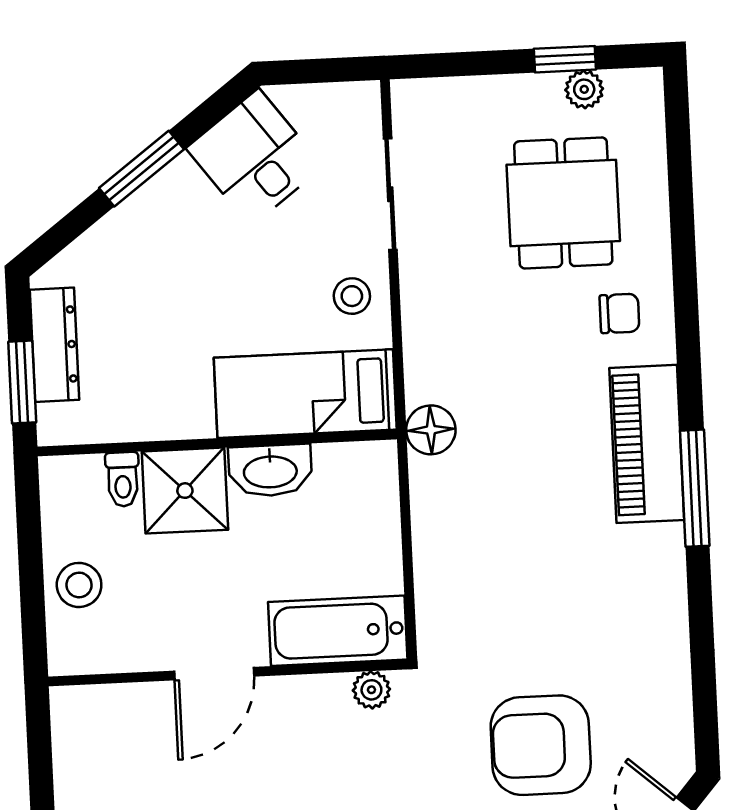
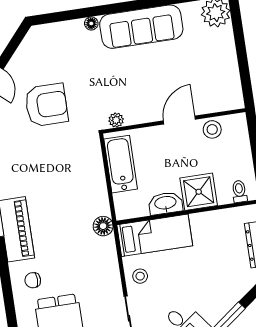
toilet: (123, 479) -> (239, 191), moved
stool: (79, 585) -> (212, 129), moved
bathtub: (338, 631) -> (121, 164), moved, turned -90

